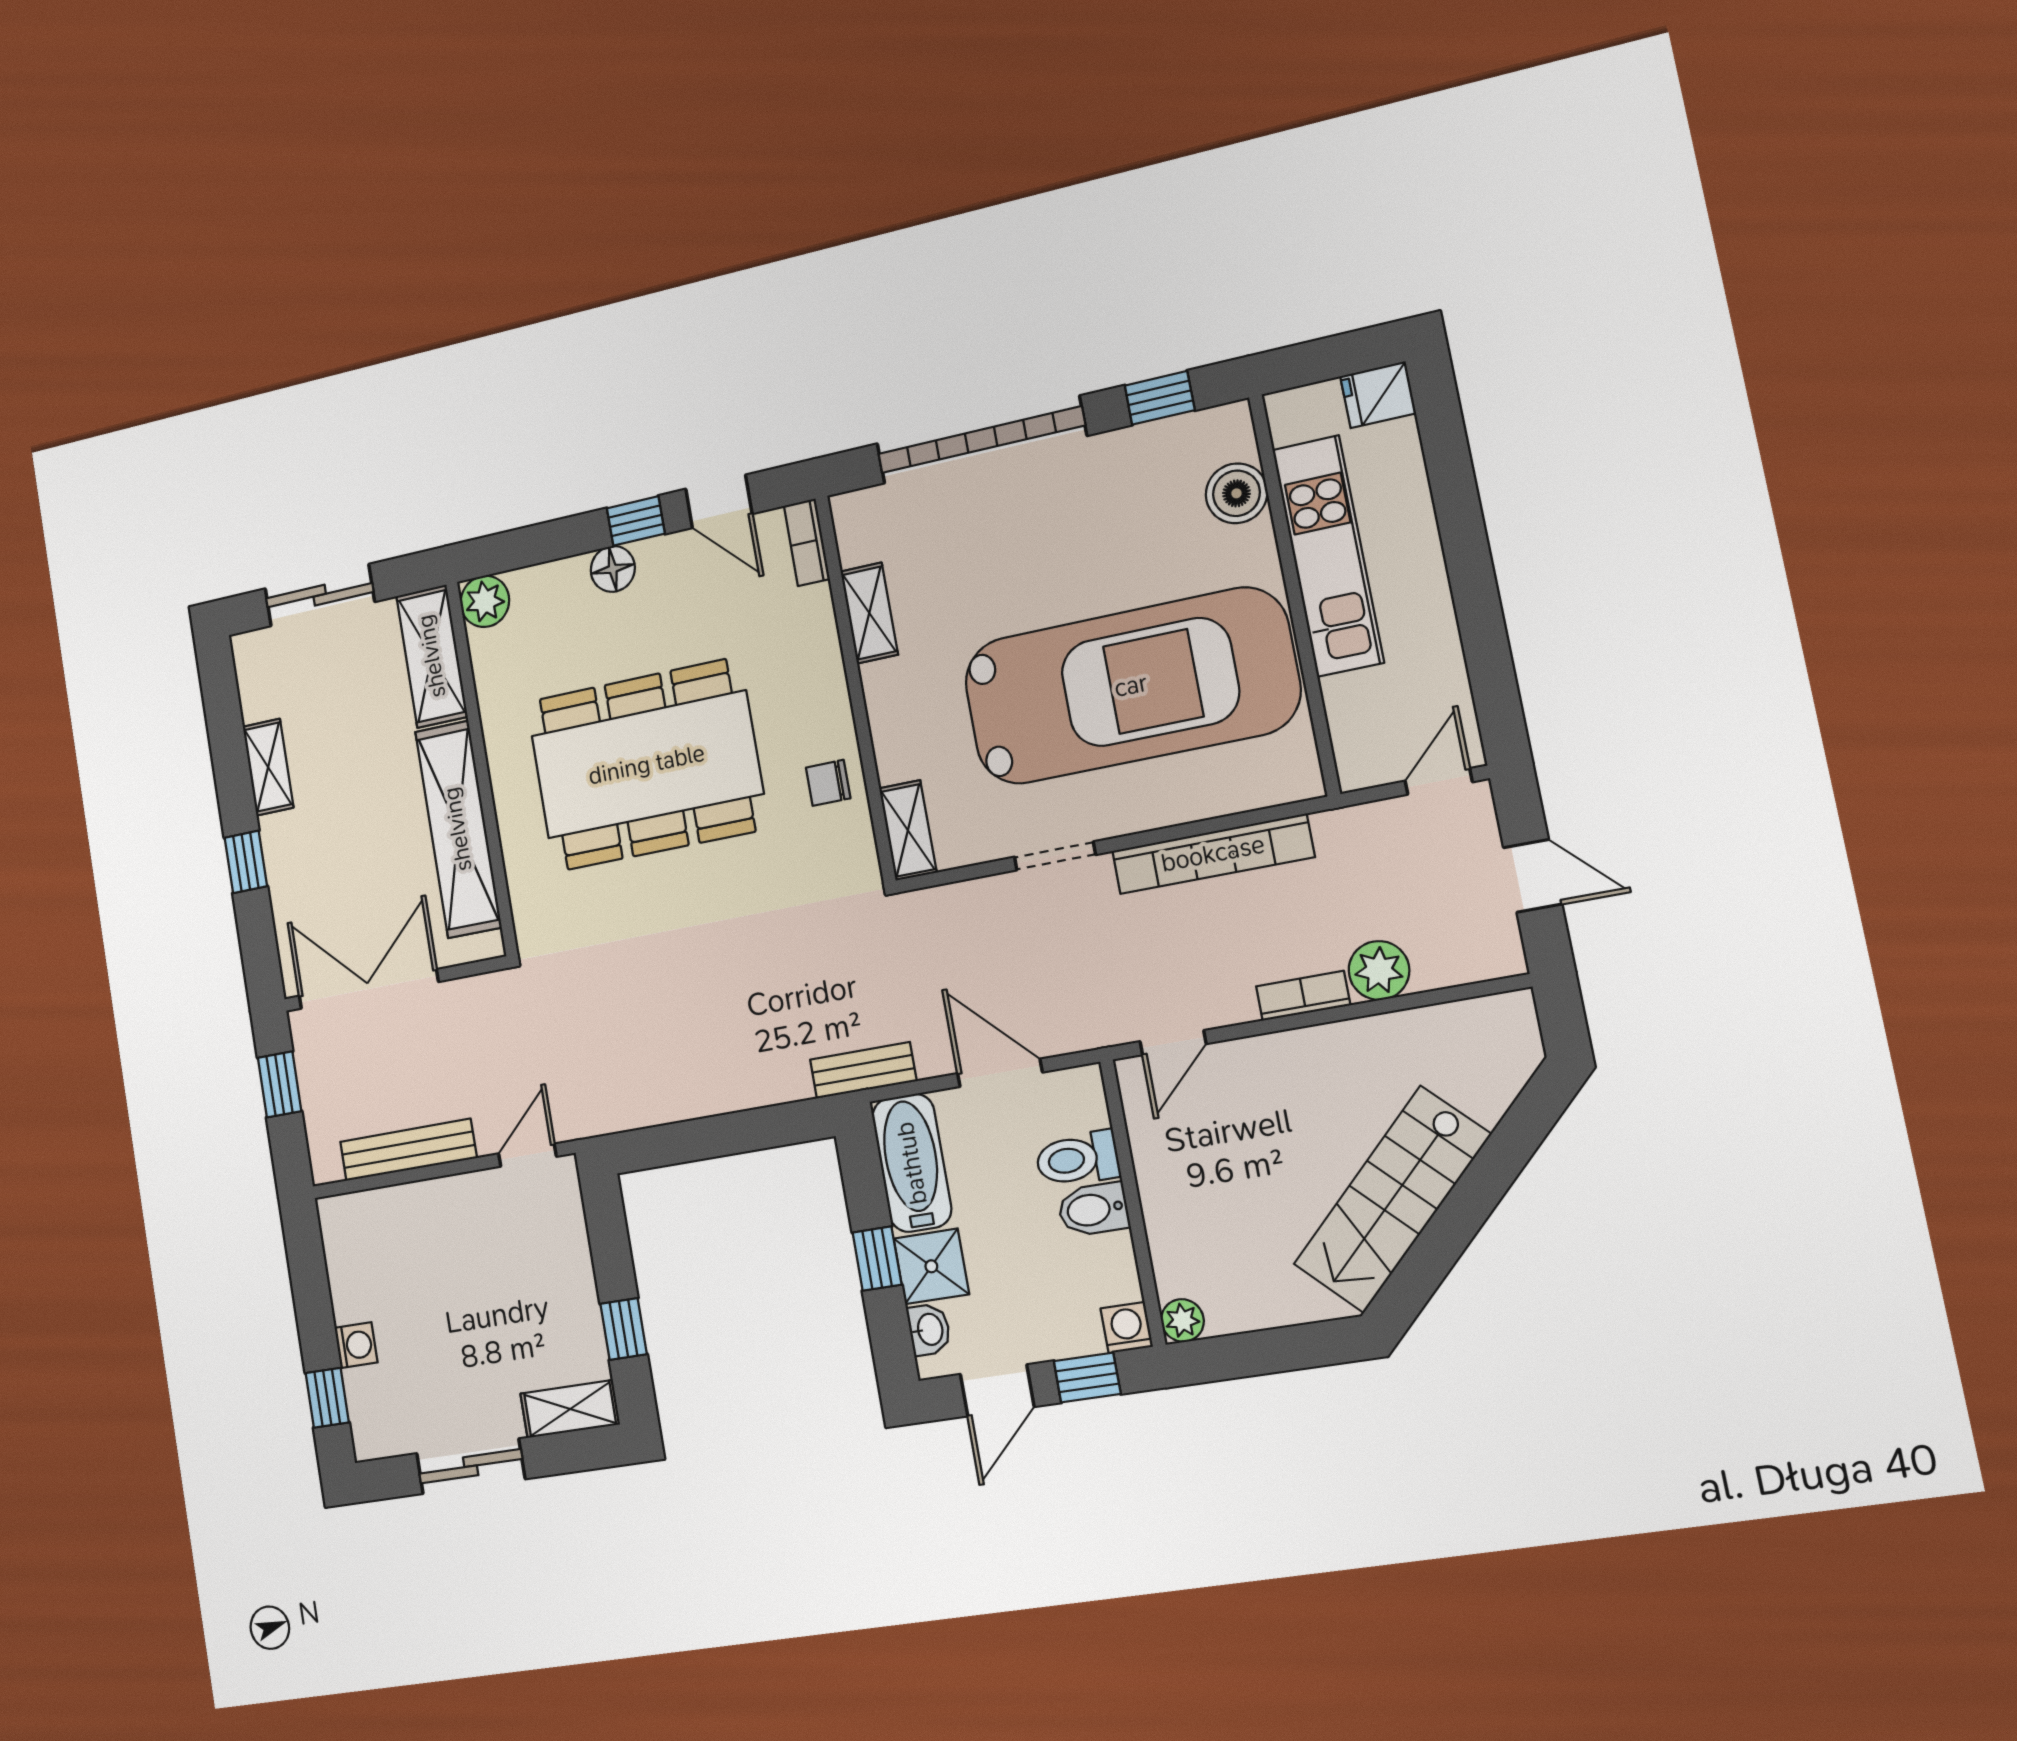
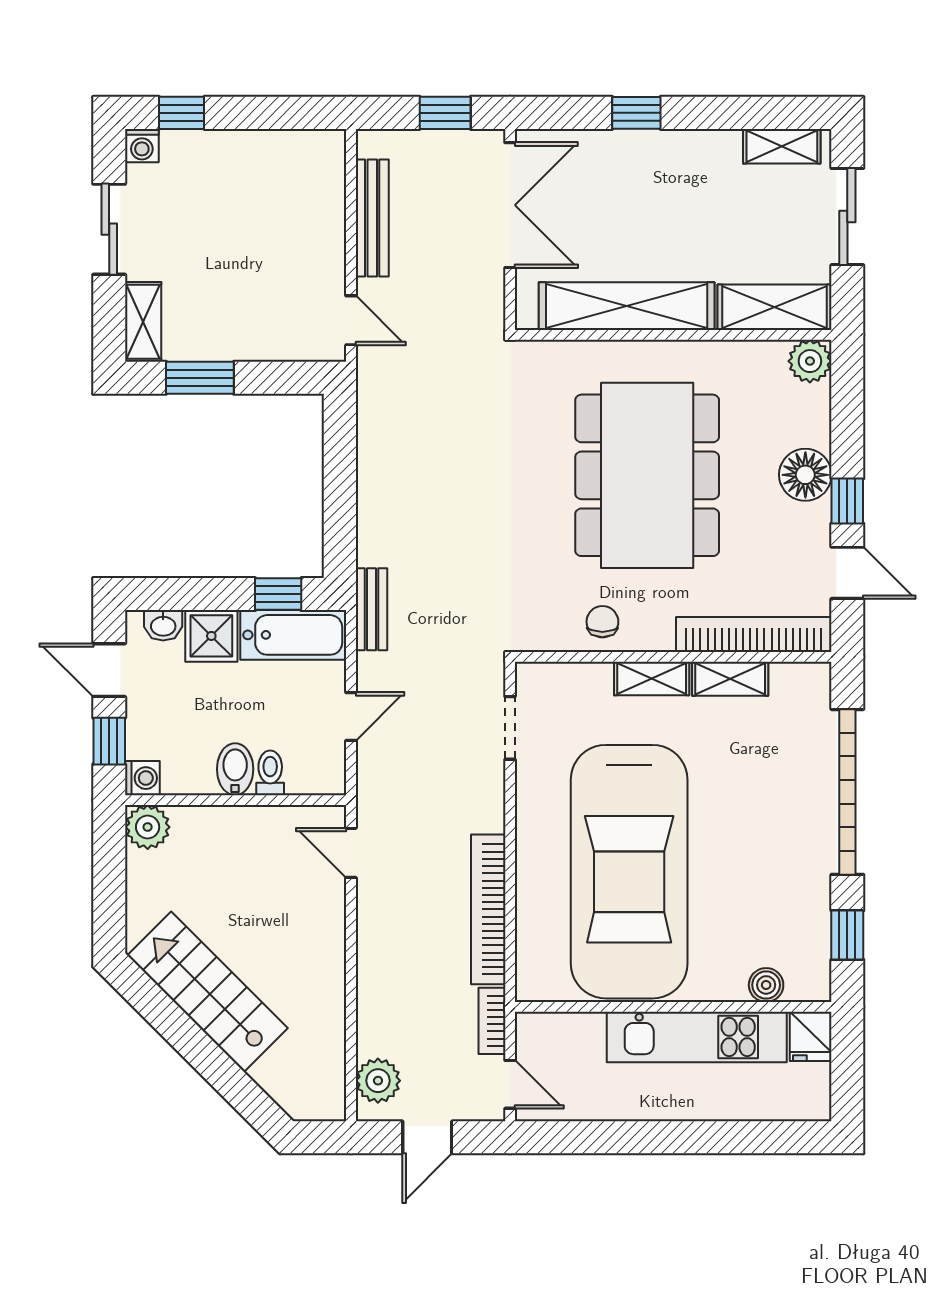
fridge: (1378, 395) -> (811, 1036), moved, turned 180
boiler: (1237, 493) -> (766, 985), width x0.73, depth x0.73
door: (719, 501) -> (847, 573), swing flipped
bookcase: (807, 542) -> (754, 635), width x2.31, depth x1.31
floor lamp: (613, 569) -> (805, 475), width x1.38, depth x1.38
shelving: (268, 767) -> (782, 146), moved
shelving: (908, 830) -> (652, 679), moved
doorway: (1055, 856) -> (510, 728), moved
plant: (1379, 970) -> (378, 1081), moved
bookcase: (1303, 996) -> (492, 1021), moved, turned 180
door: (1000, 1073) -> (351, 716), width x0.73
toilet: (1077, 1159) -> (270, 773), width x0.73, depth x0.72
window: (877, 1258) -> (278, 594), moved
plant: (1182, 1320) -> (148, 827), width x1.38, depth x1.38
window: (624, 1329) -> (200, 378), width x1.50
washing machine: (356, 1345) -> (142, 146), moved

